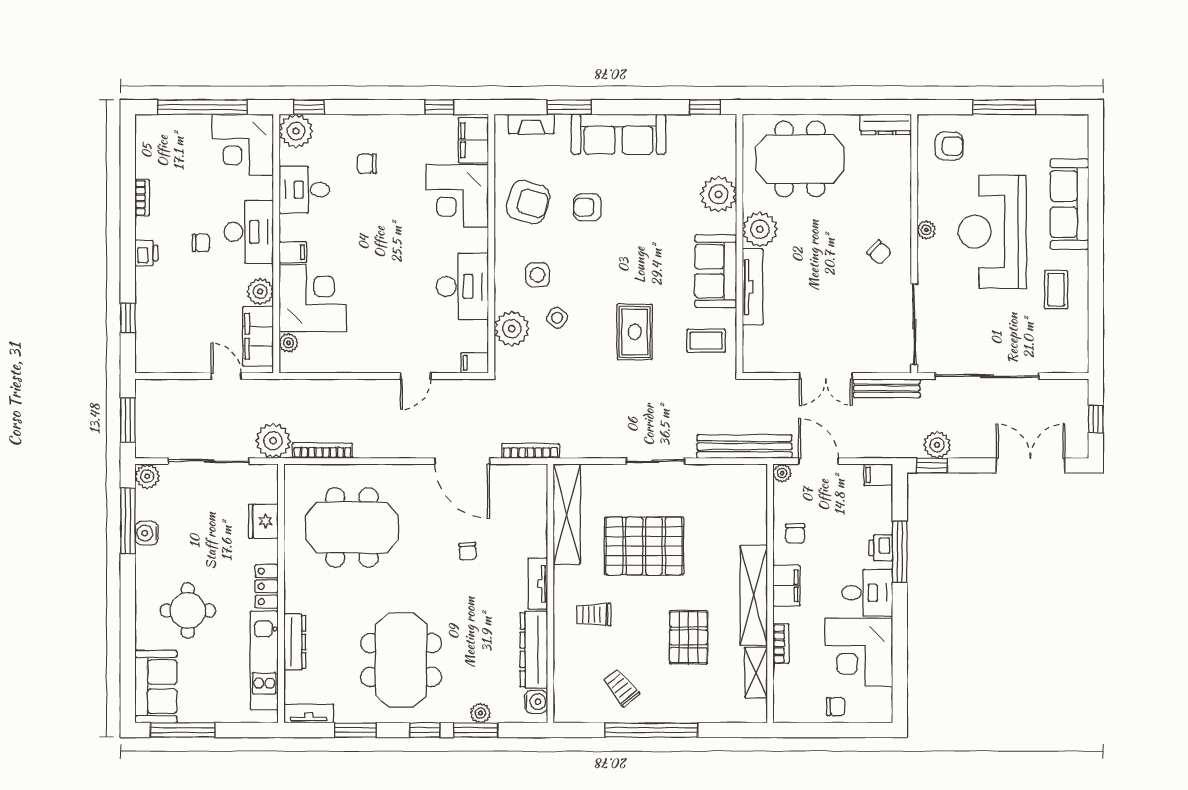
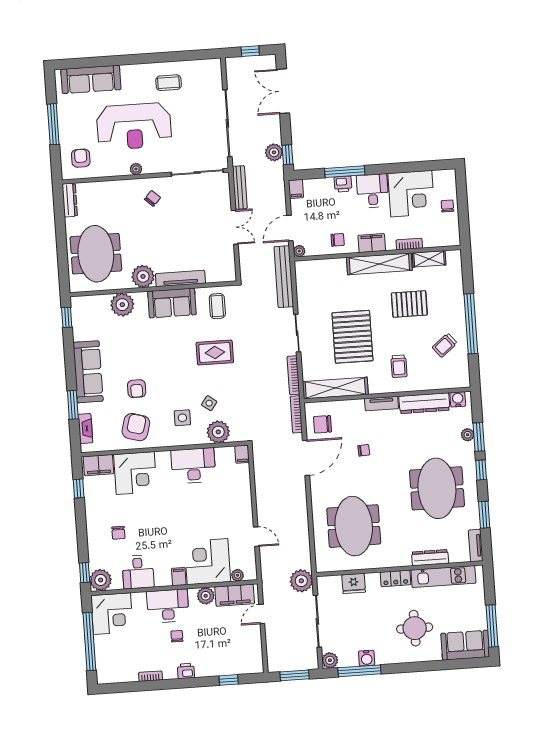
sofa: (1069, 204) -> (91, 79), moved
door: (416, 376) -> (256, 537), moved
bookcase: (323, 451) -> (293, 375), moved
chair: (512, 490) -> (322, 424), added
meeting table: (401, 660) -> (437, 488), turned 90

